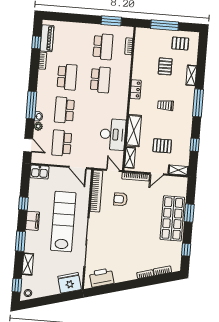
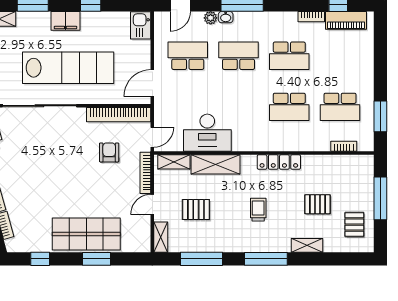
locker: (136, 89) -> (279, 162), width x1.53
window: (195, 145) -> (202, 259), width x2.17
pallet: (162, 146) -> (196, 210), turned 90
door: (157, 174) -> (152, 205), hinge flipped

